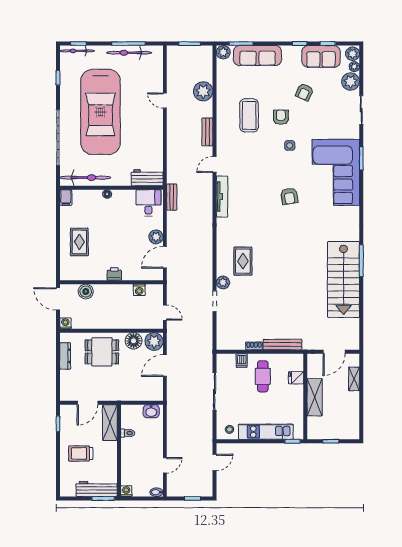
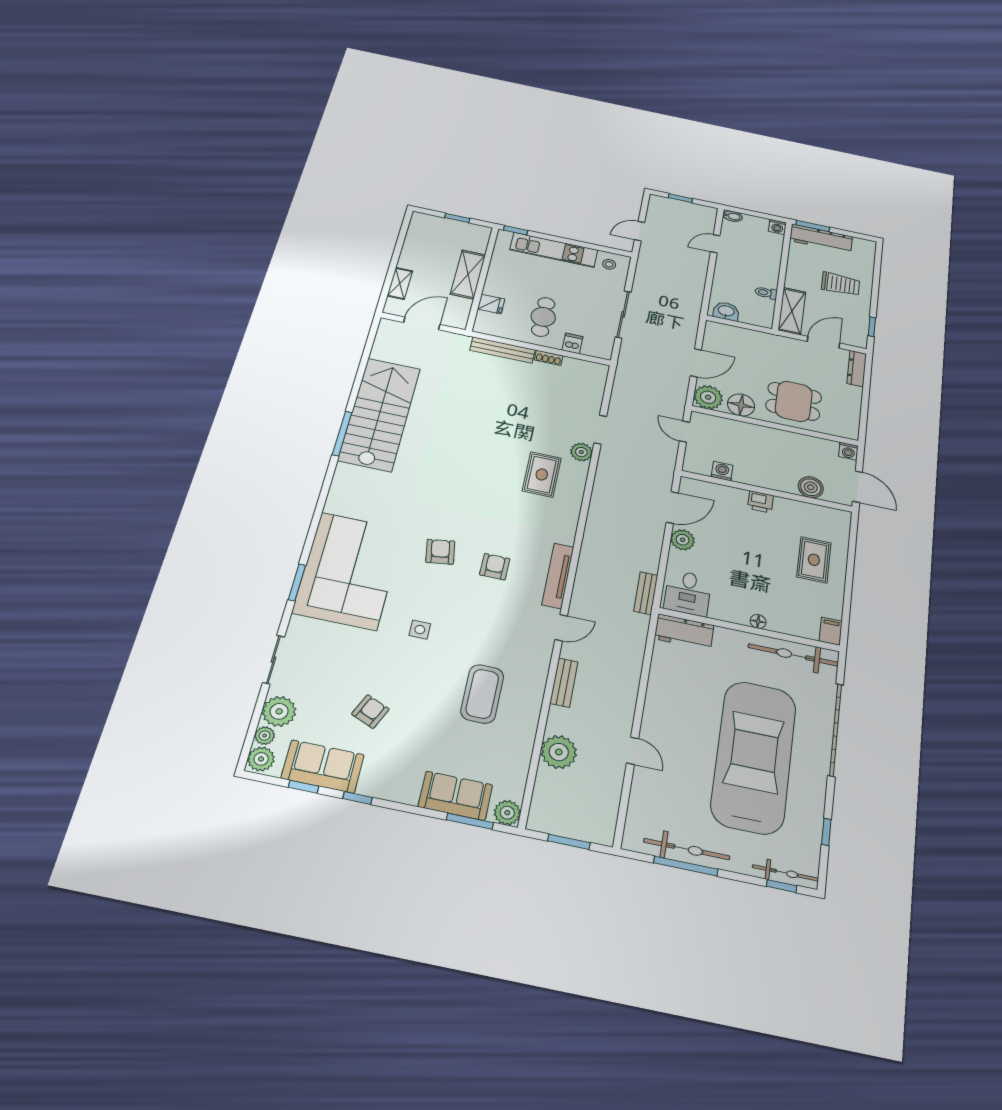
sofa: (257, 56) -> (455, 796), width x0.73
armchair: (281, 117) -> (495, 567), moved, turned 180
dresser: (65, 356) -> (857, 369), moved

